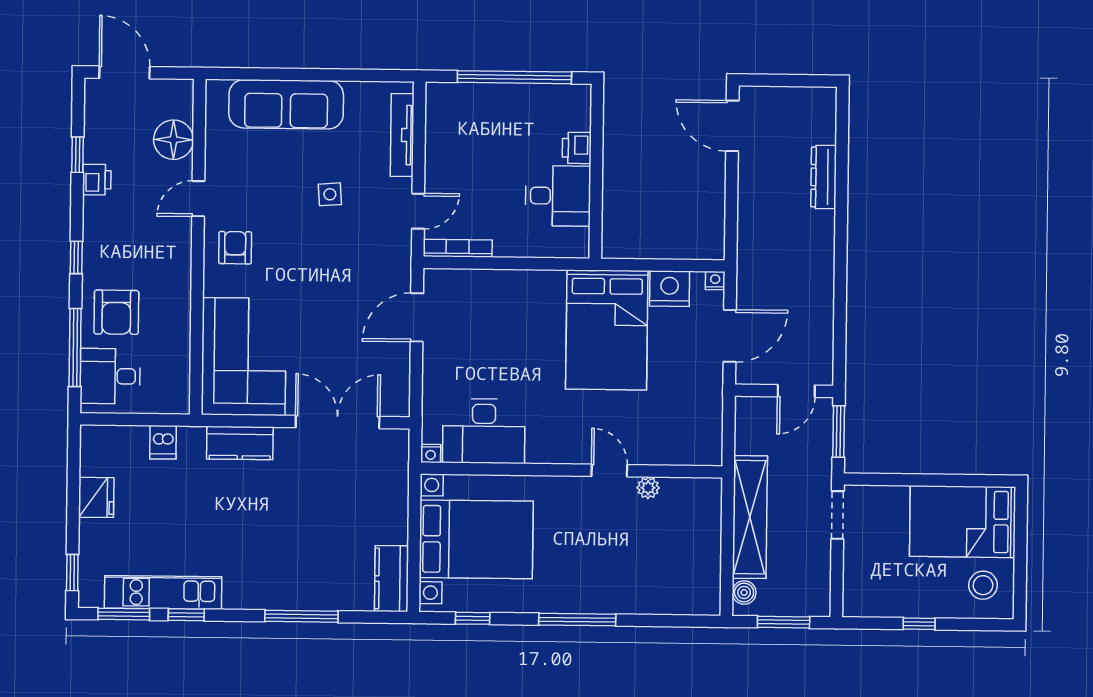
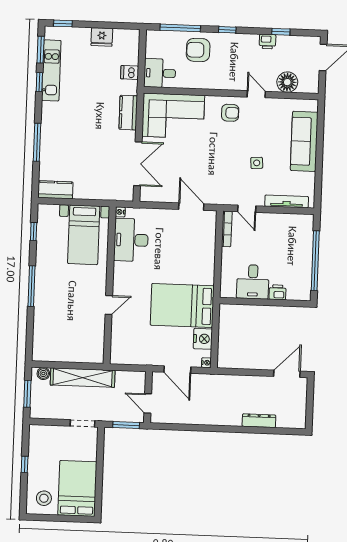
desk: (110, 376) -> (160, 73), moved, turned -90
plant: (648, 488) -> (99, 325), removed
bed with nightstands: (476, 539) -> (84, 235), width x0.73

